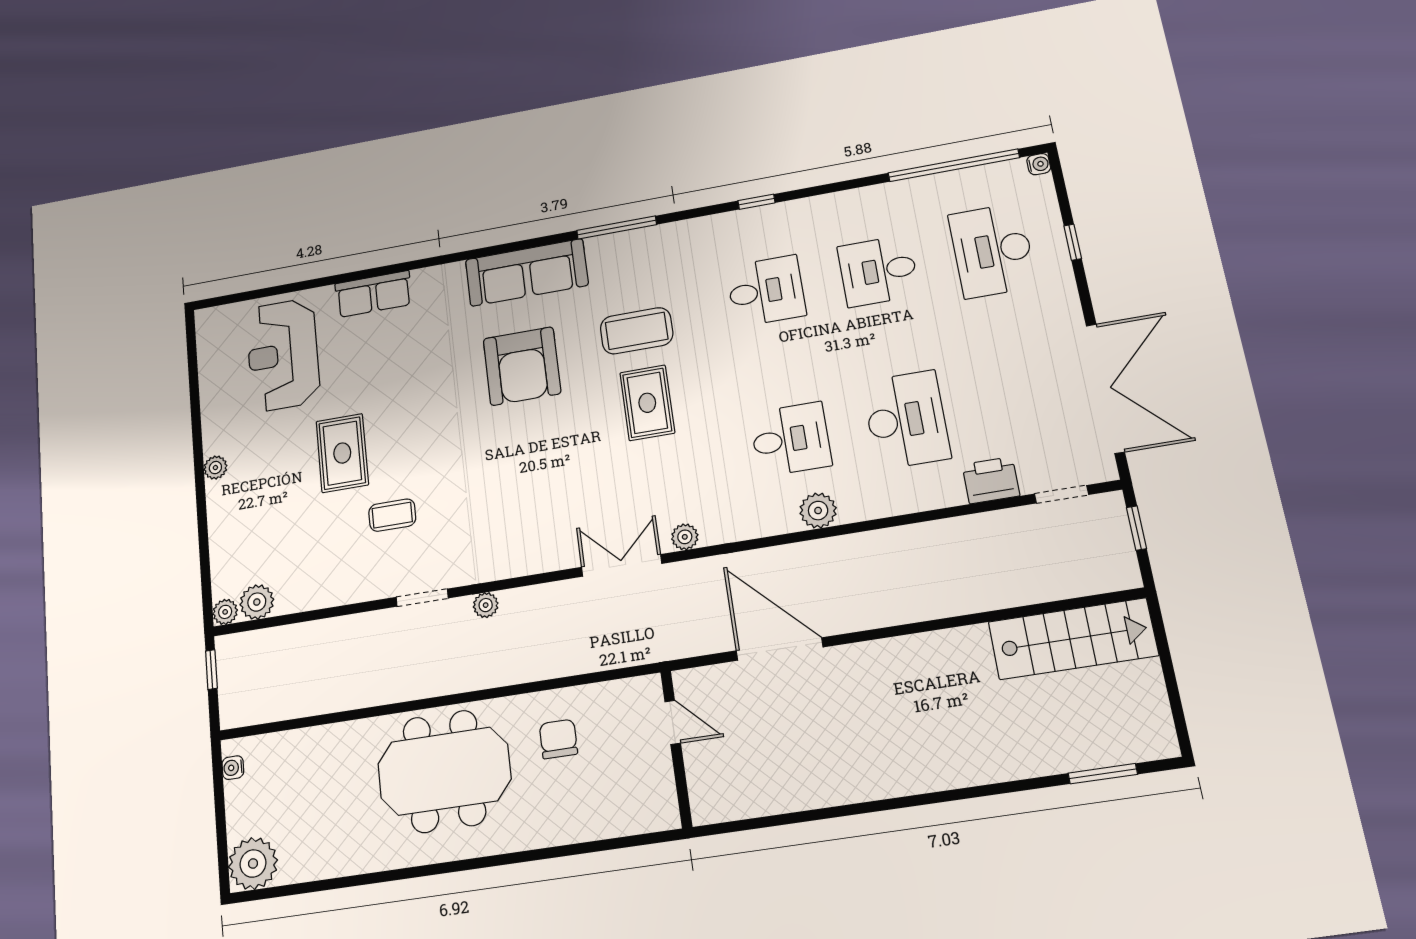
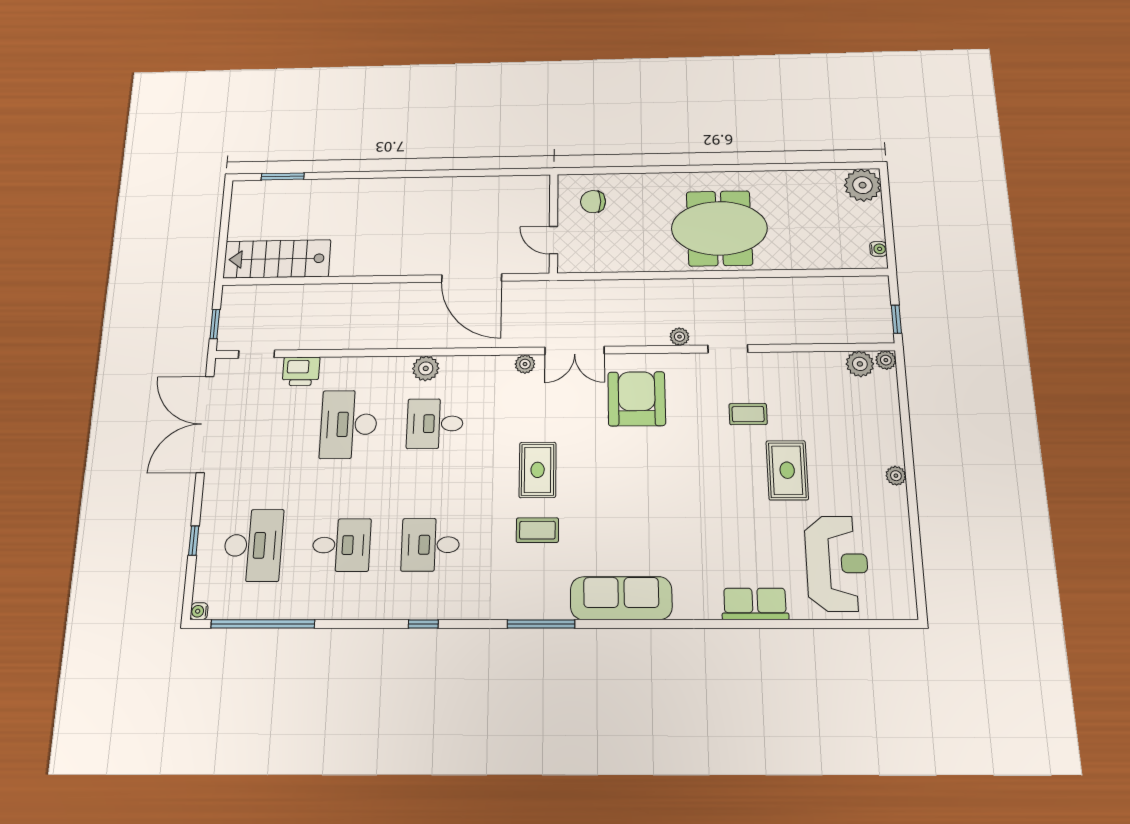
coffee table: (637, 331) -> (537, 530), width x0.73, depth x0.77
armchair: (522, 366) -> (637, 399), moved
chair: (558, 739) -> (593, 202), moved, turned 90

